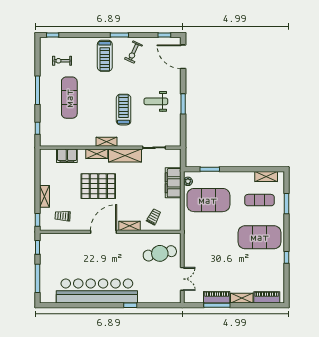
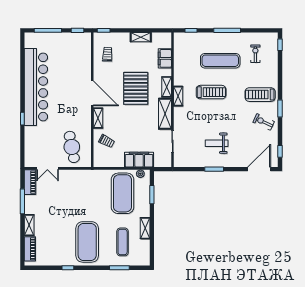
weight bench: (156, 101) -> (217, 143), turned -90
treadmill: (124, 110) -> (211, 92), moved
shelving: (266, 176) -> (145, 228), moved
shelving: (45, 196) -> (141, 37), moved
piano: (217, 297) -> (30, 182), moved

